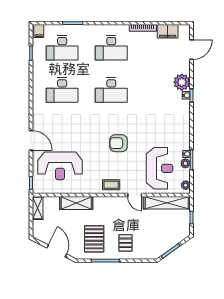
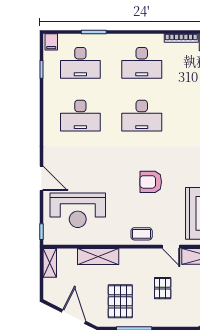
pallet: (125, 243) -> (163, 288), moved

